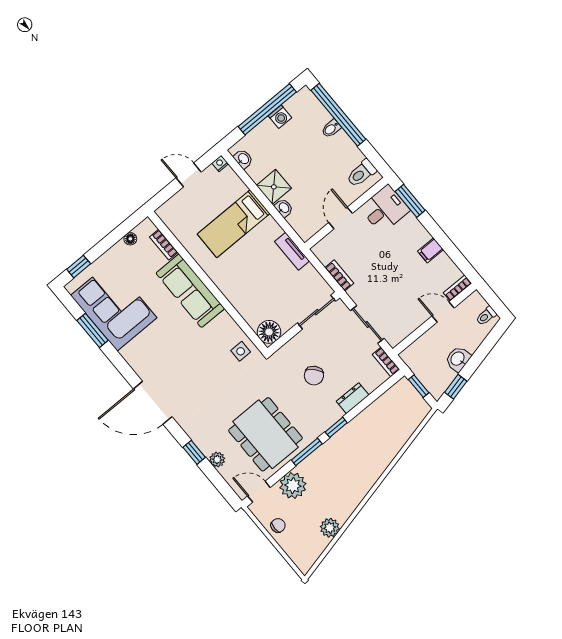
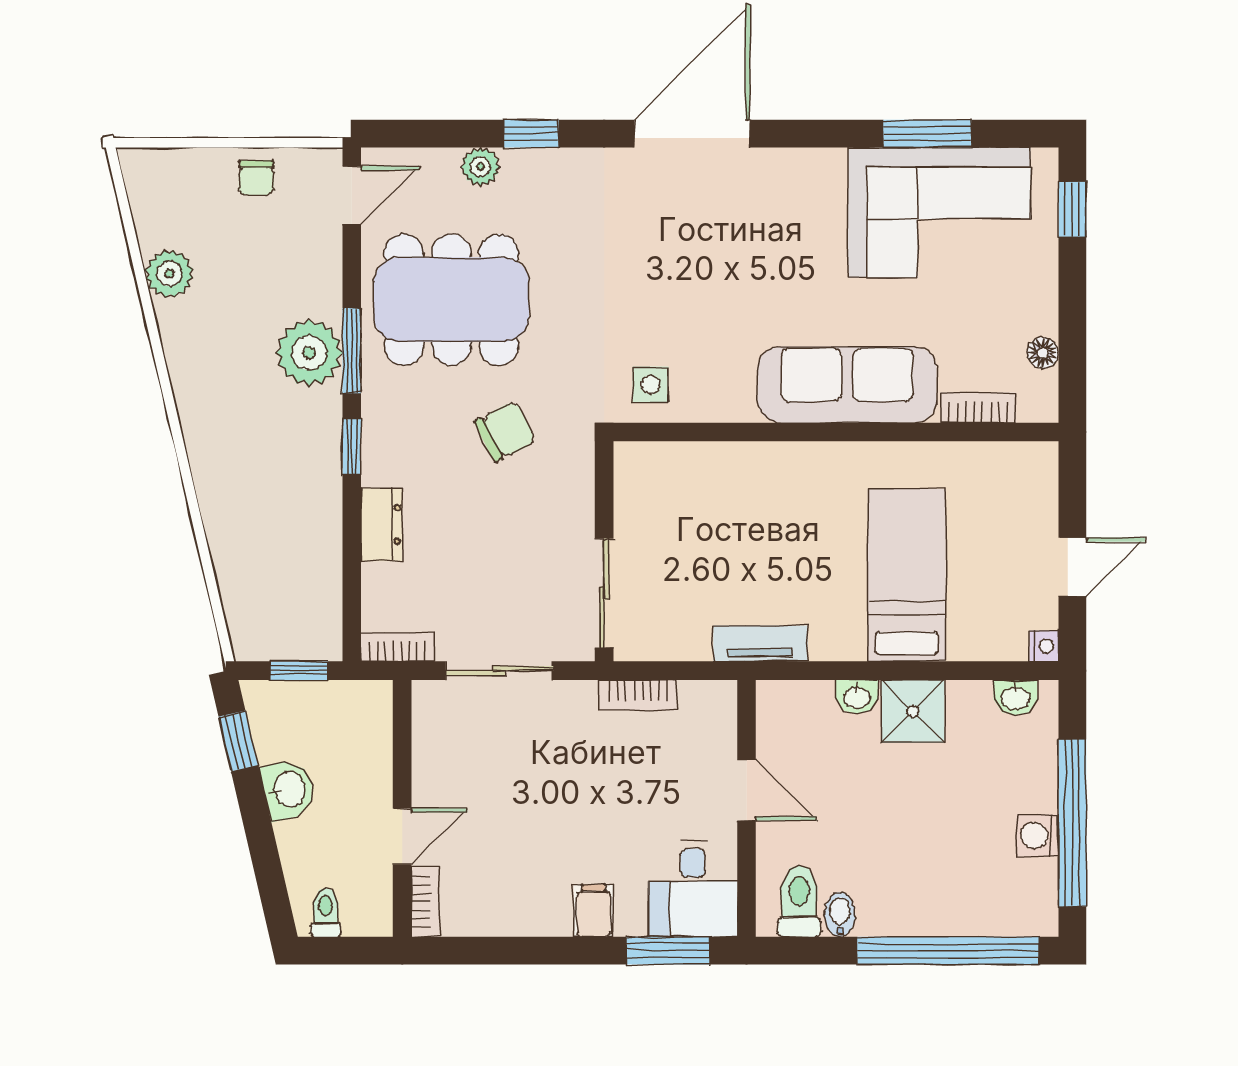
bidet: (331, 129) -> (840, 915), moved
filing cabinet: (431, 250) -> (594, 911), moved
floor lamp: (269, 332) -> (642, 470), removed
chair: (314, 376) -> (505, 431), moved, turned 106
plant: (293, 486) -> (309, 353), moved

